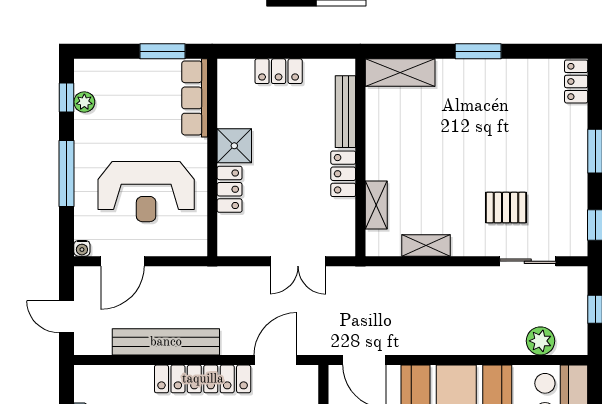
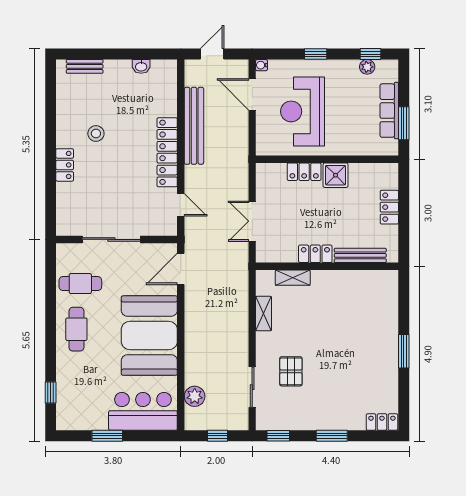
shelving: (400, 73) -> (388, 295), removed
row of seats: (195, 98) -> (389, 111), moved, turned -90
window: (66, 173) -> (316, 54), width x0.46
door: (275, 360) -> (181, 205), width x0.73

